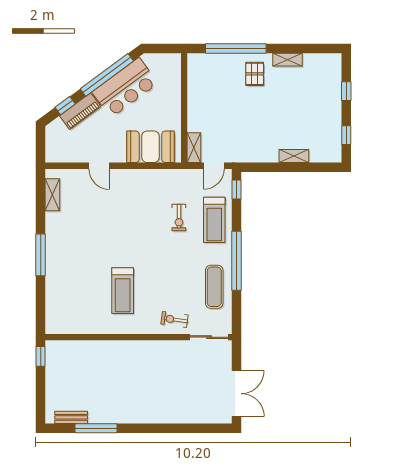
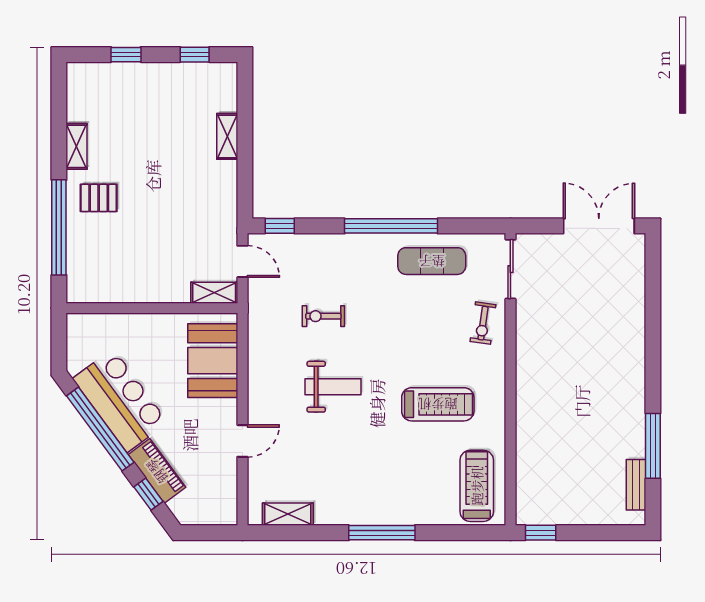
exercise bike: (179, 217) -> (323, 316), turned 180
treadmill: (214, 220) -> (477, 486), moved, turned -90
weight bench: (134, 224) -> (333, 387), added

